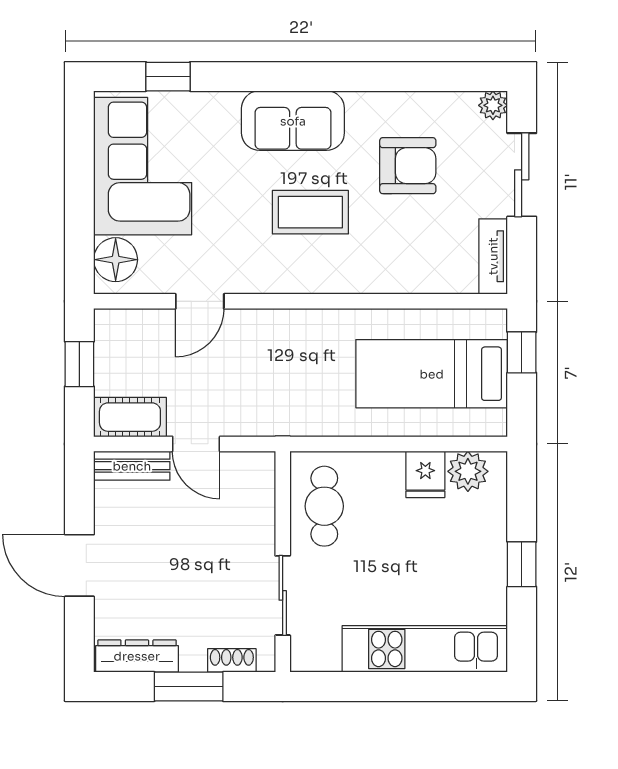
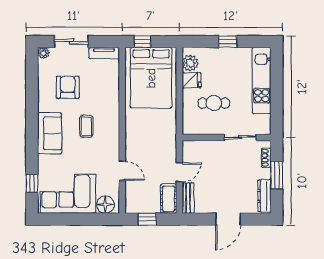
coffee table: (310, 212) -> (86, 126), width x0.73, depth x0.77
bed: (432, 374) -> (151, 78), width x1.50
cafe table: (324, 506) -> (214, 103), moved

